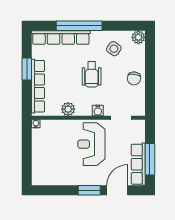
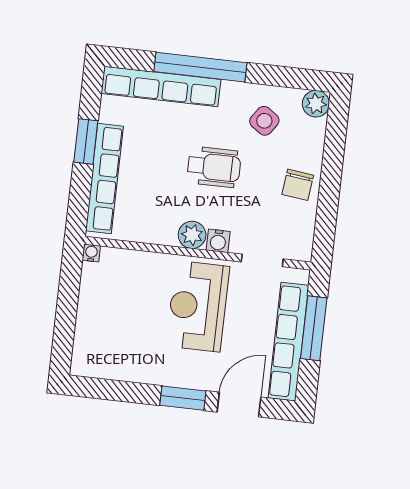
wheelchair: (92, 74) -> (214, 167), turned -90
plant: (68, 109) -> (192, 235), moved
window: (150, 159) -> (314, 328), moved
row of seats: (138, 164) -> (288, 342), width x1.36

